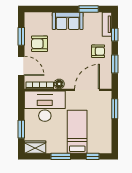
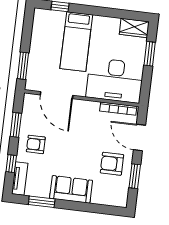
armchair: (40, 44) -> (112, 164), turned 180
floor lamp: (59, 84) -> (92, 107), removed
door: (87, 90) -> (57, 95), hinge flipped
window: (61, 156) -> (102, 12), removed

